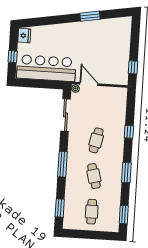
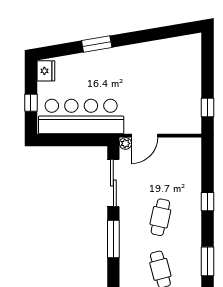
window: (90, 16) -> (97, 44), moved
door: (89, 84) -> (145, 136), swing flipped
window: (62, 164) -> (113, 239), moved

